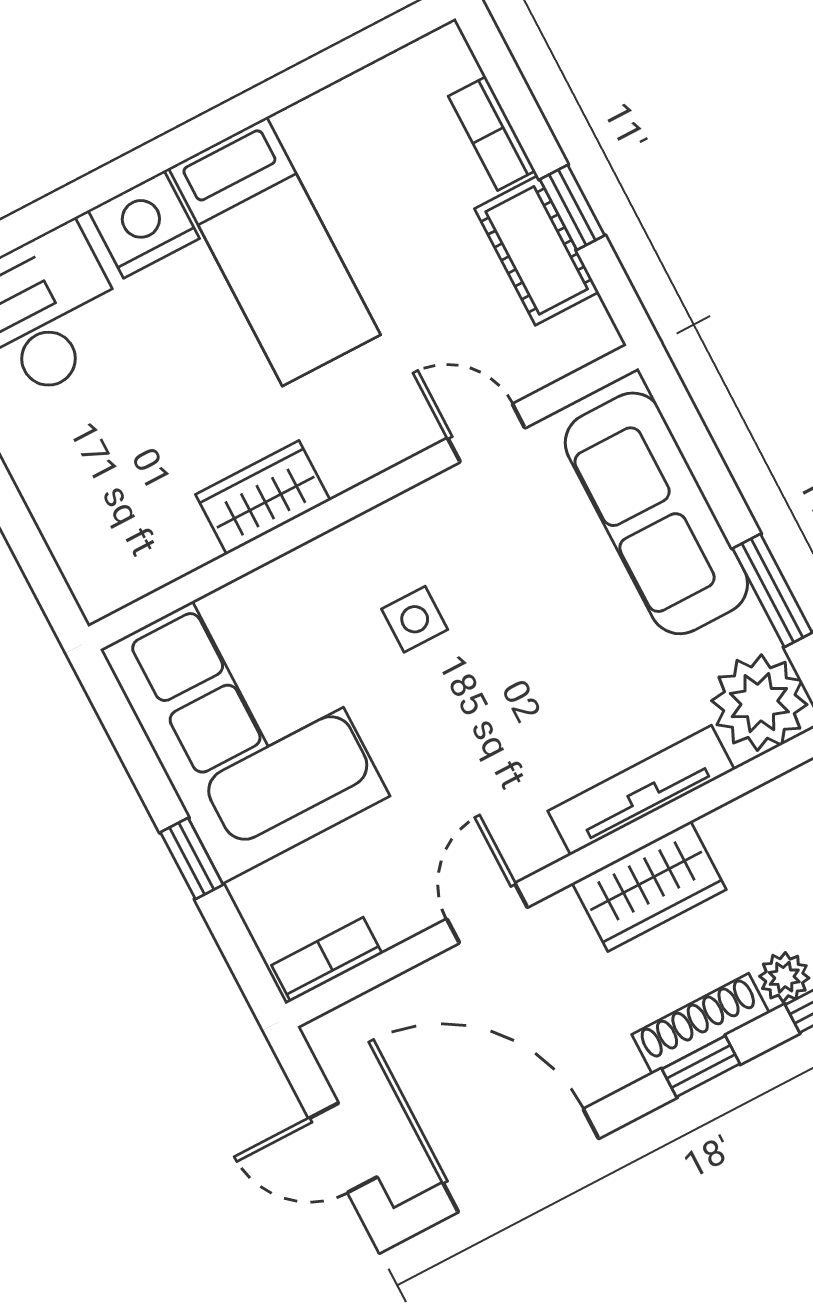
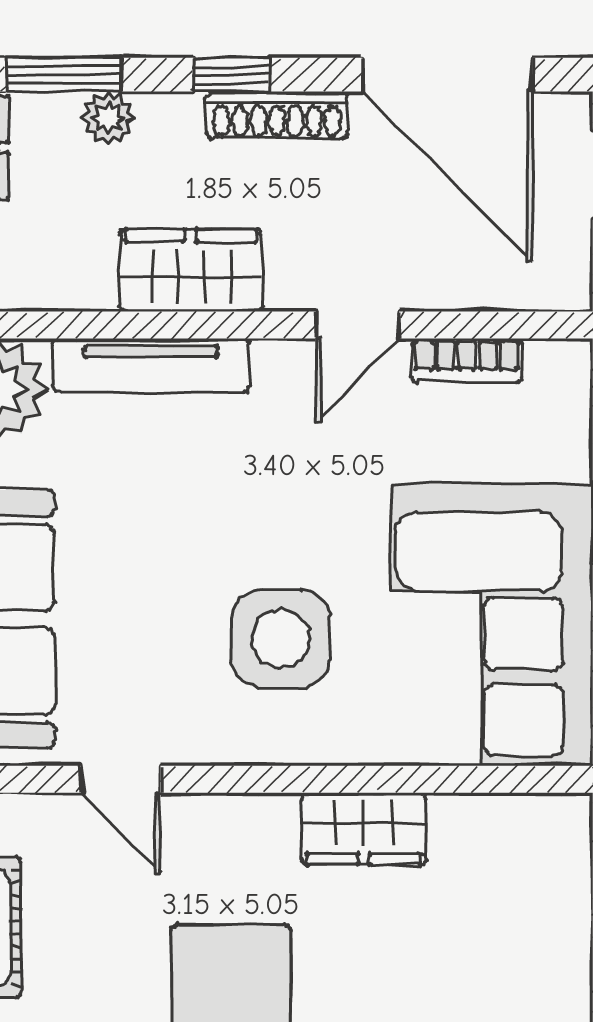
side table: (415, 619) -> (281, 639), width x1.87, depth x1.87
bookcase: (327, 959) -> (467, 361), moved
shoe rack: (700, 1024) -> (277, 115), moved

